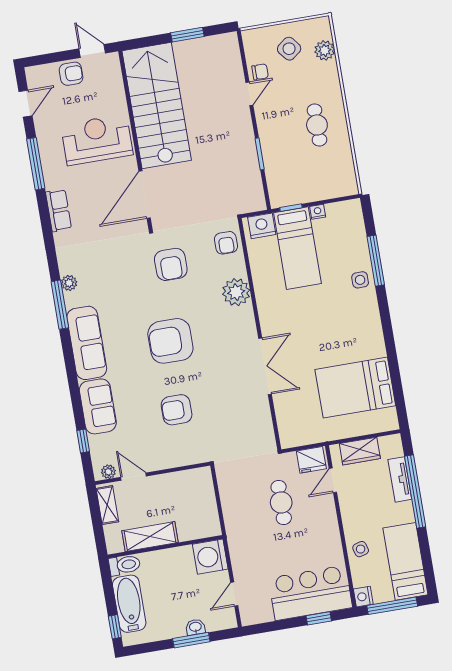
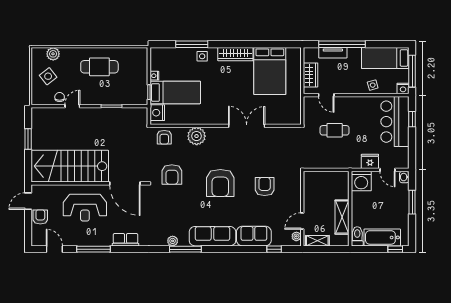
door: (249, 94) -> (72, 106), hinge flipped
cafe table: (317, 125) -> (99, 67), width x1.37, depth x1.35
reception desk: (97, 140) -> (85, 208), turned -90
armchair: (226, 243) -> (164, 137), turned 90
armchair: (171, 264) -> (172, 174), turned 90
wardrobe: (372, 330) -> (235, 54), added
armchair: (177, 410) -> (265, 187), turned 180
fridge: (311, 460) -> (370, 161), moved, turned -90
washbasin: (195, 627) -> (404, 177), moved

